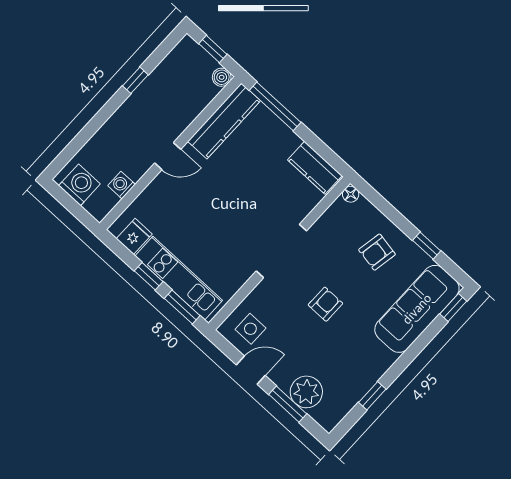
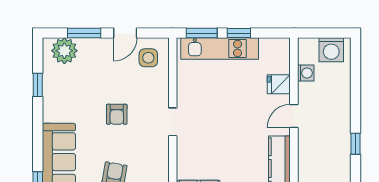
fridge: (134, 236) -> (279, 84), moved, turned 90
doorway: (281, 251) -> (173, 122), width x0.53
plant: (306, 392) -> (64, 51), moved

